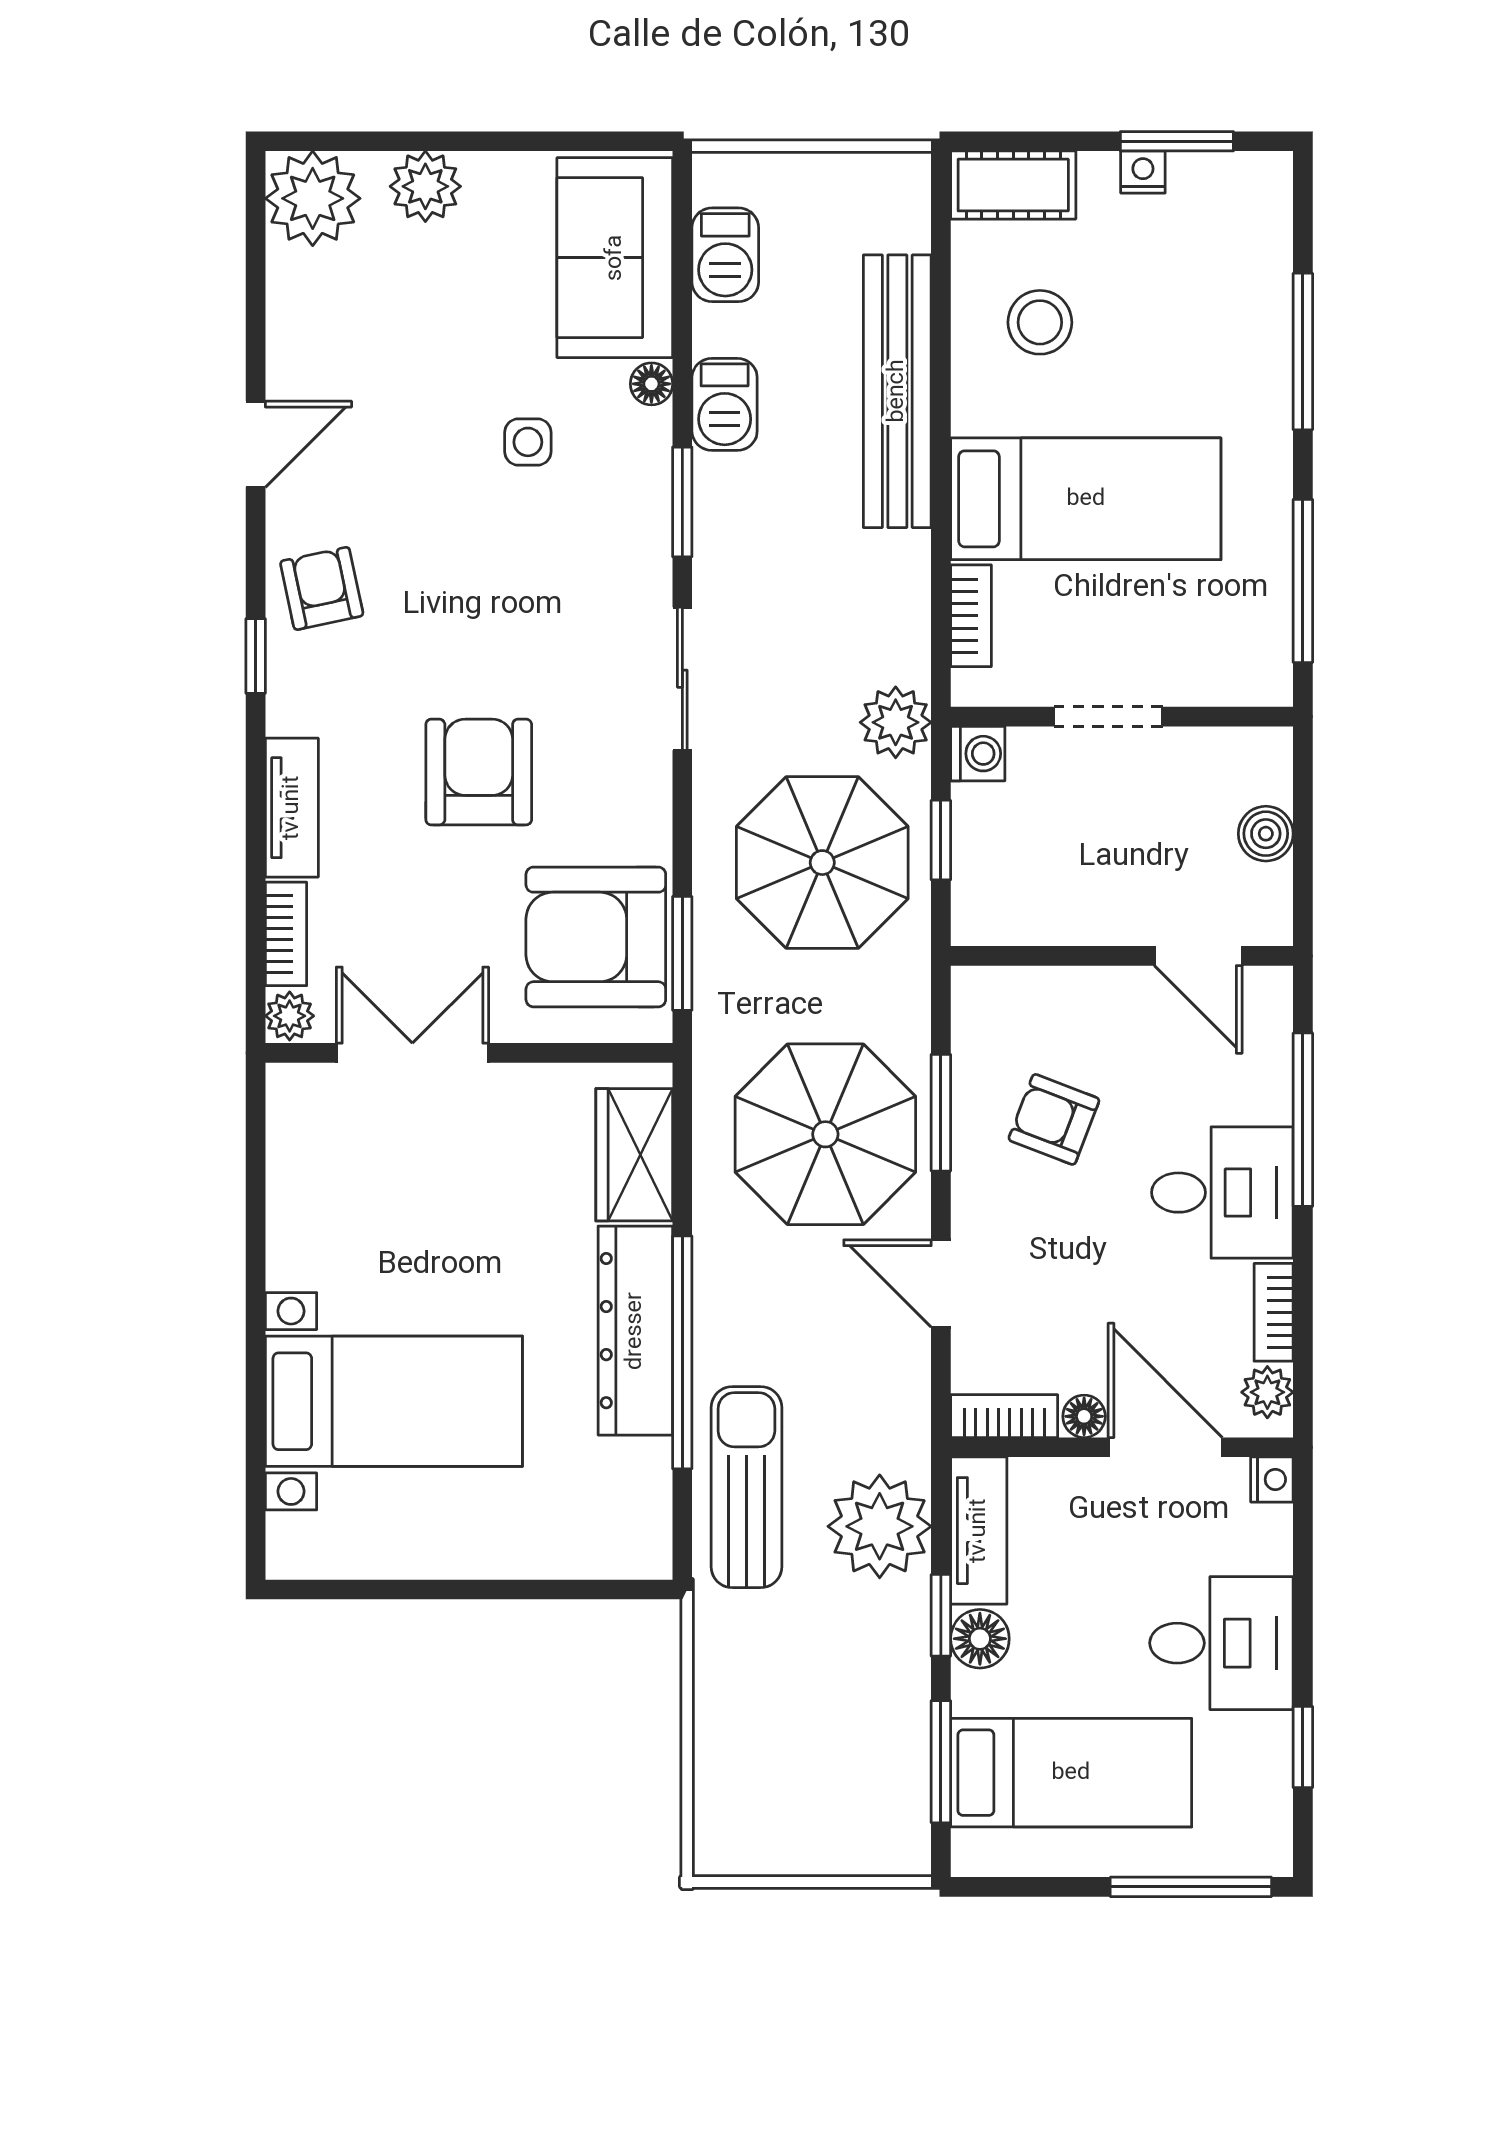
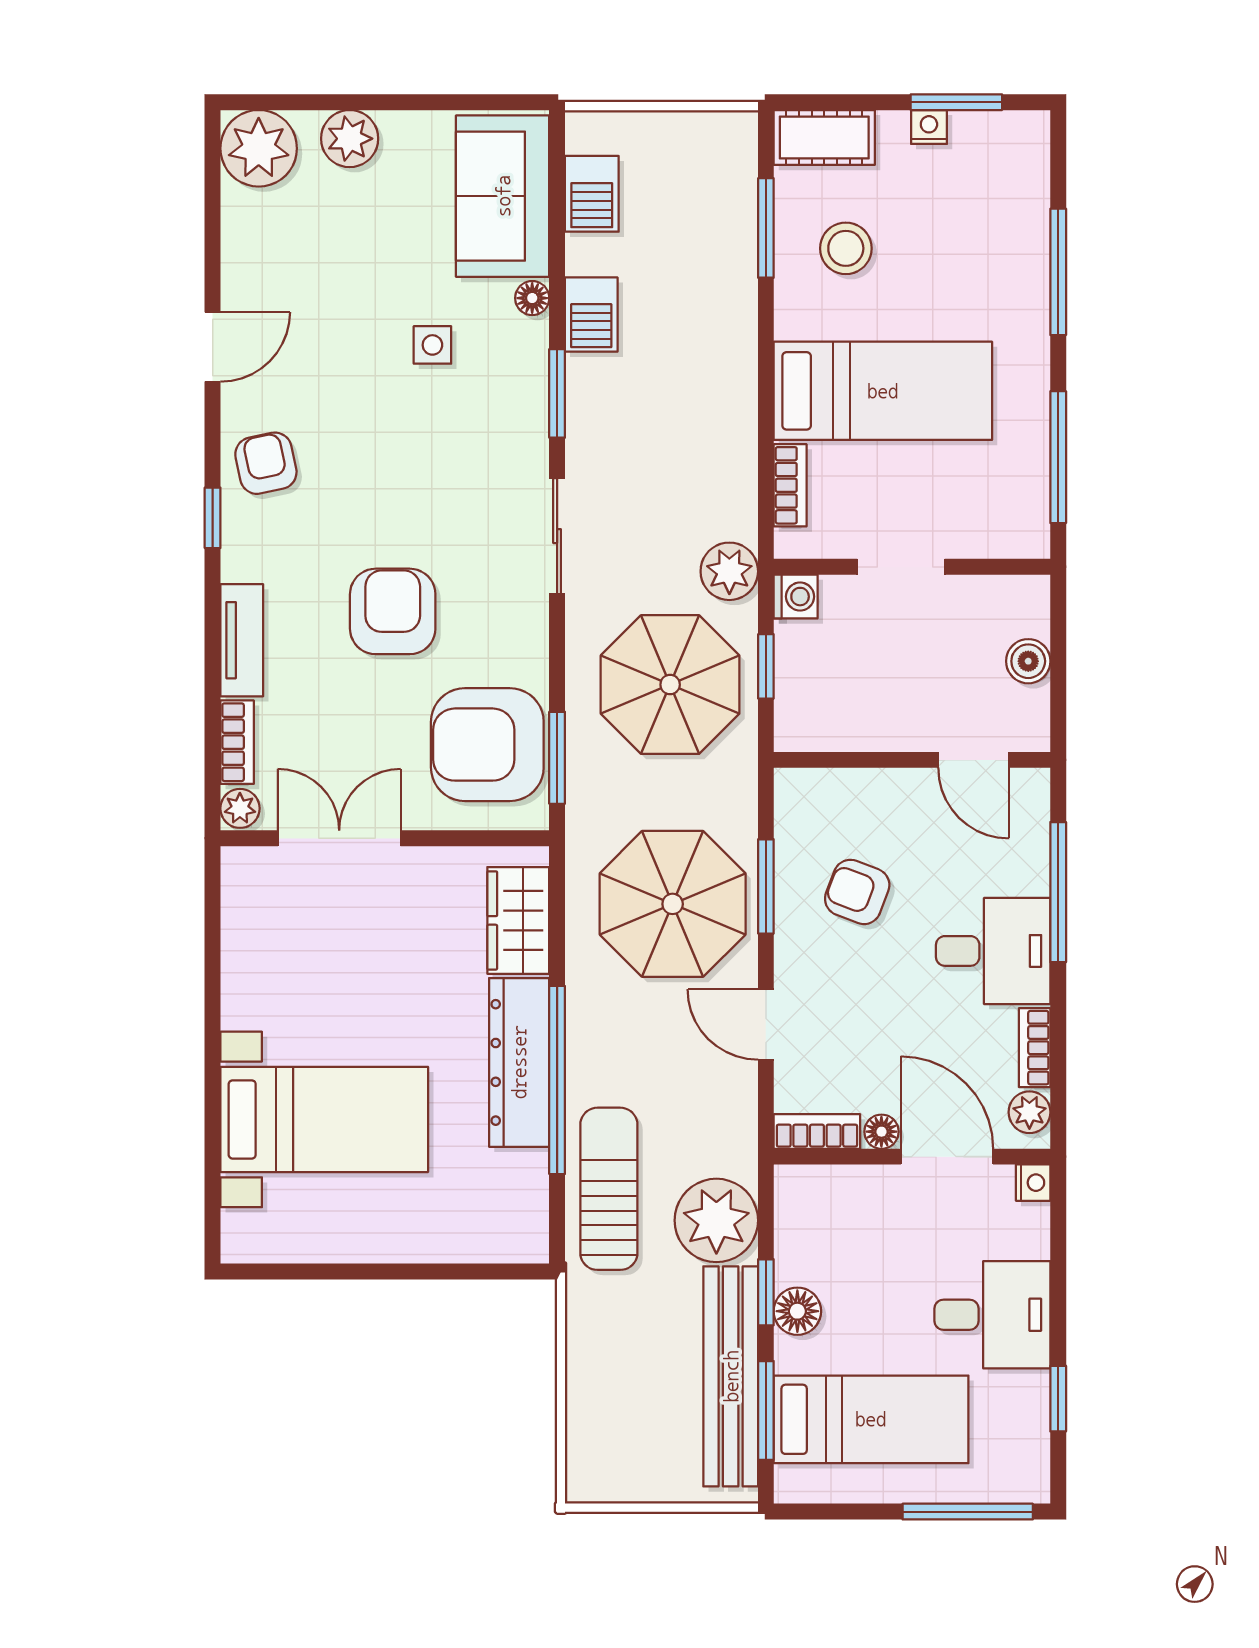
window: (941, 297) -> (766, 228), added
bench: (897, 391) -> (731, 1376), moved
tv unit: (979, 1531) -> (796, 1224), removed

